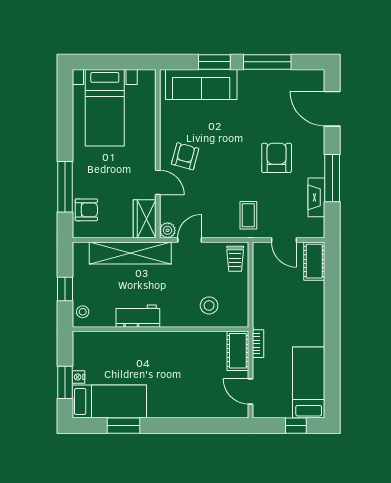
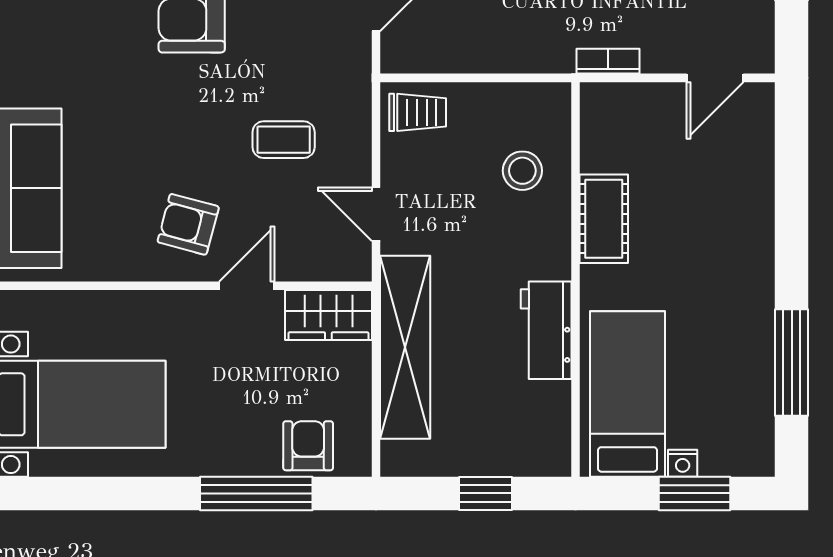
coffee table: (248, 215) -> (284, 140), moved
plant: (168, 230) -> (354, 264), removed
stool: (83, 312) -> (537, 454), removed
cot: (238, 351) -> (604, 219), moved, turned 90
bed: (109, 402) -> (627, 394), moved
window: (123, 426) -> (792, 363), width x1.44

